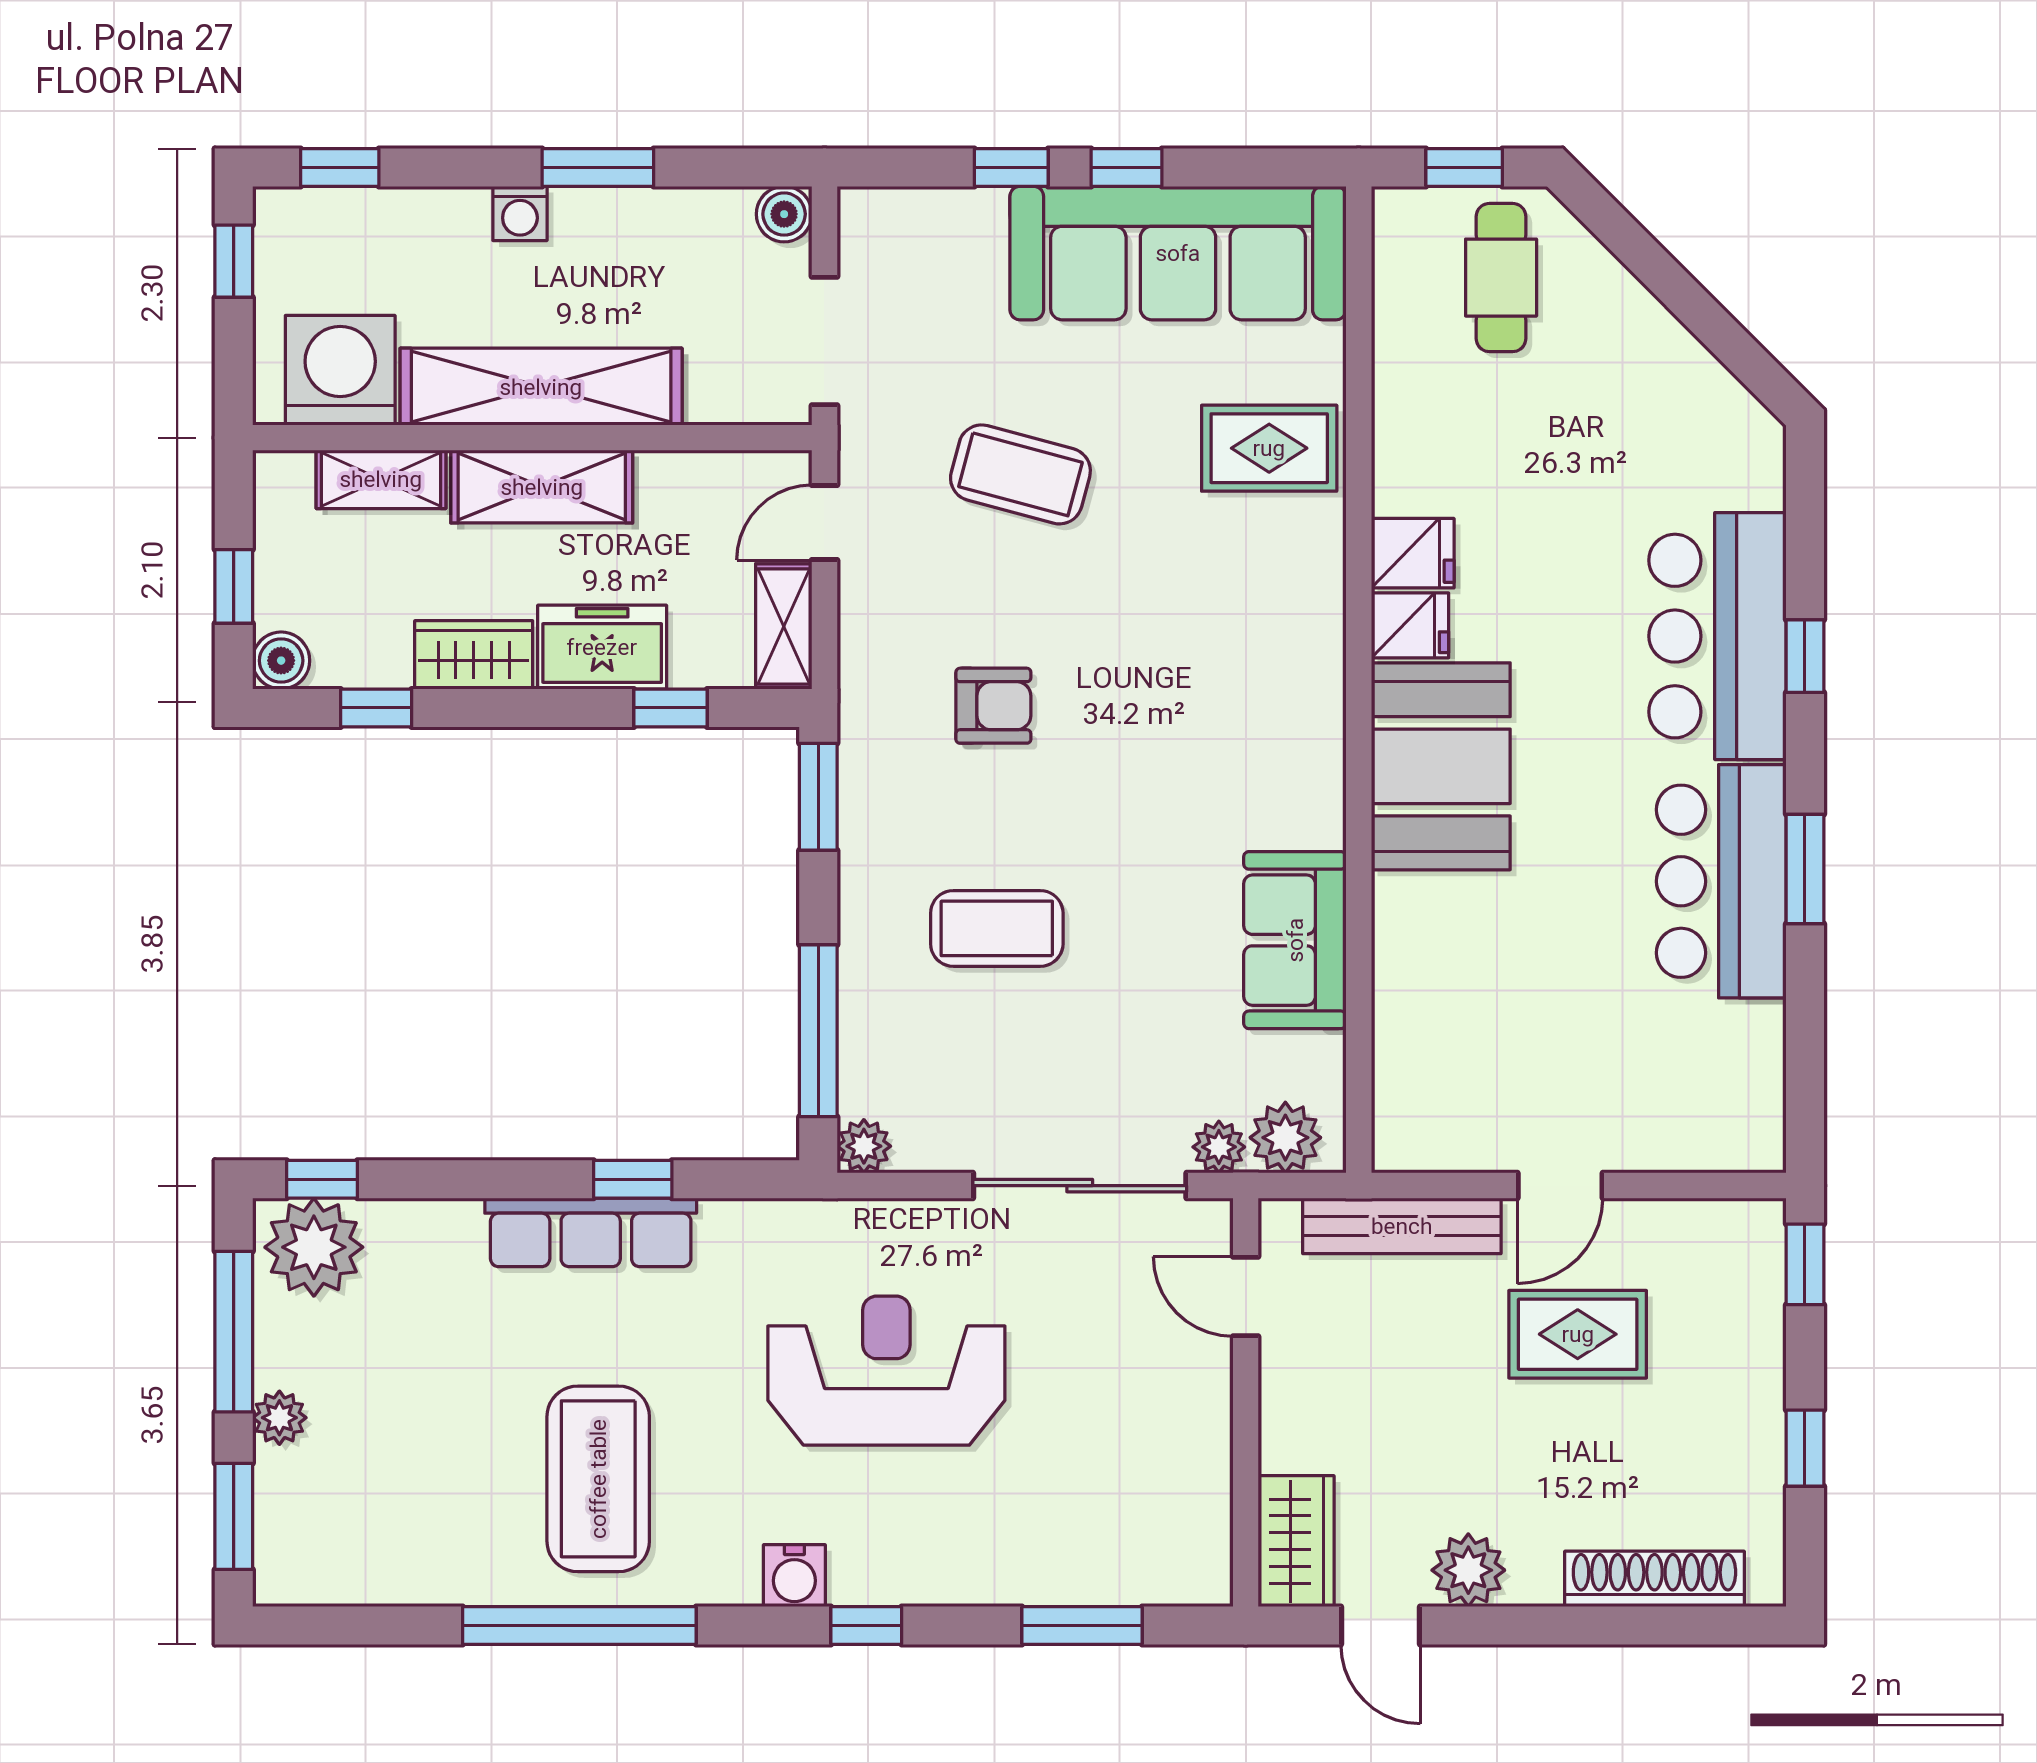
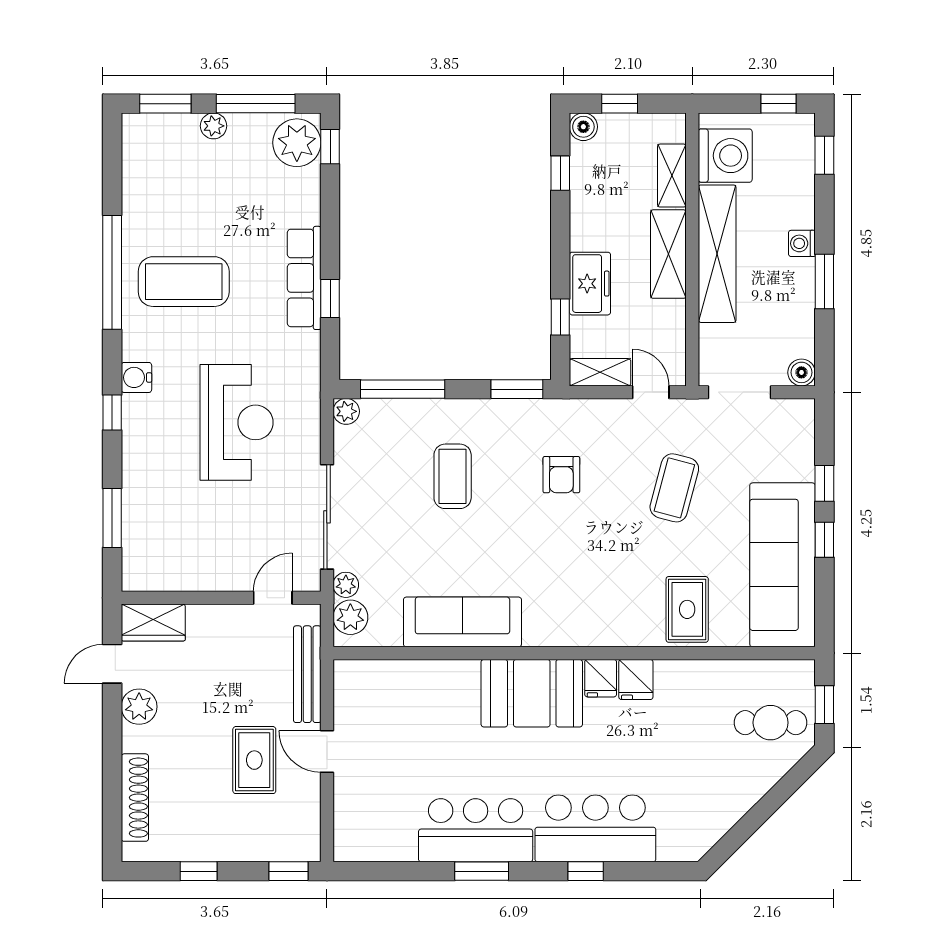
wardrobe: (474, 655) -> (586, 221), removed
sofa: (1295, 940) -> (462, 622), width x1.36

